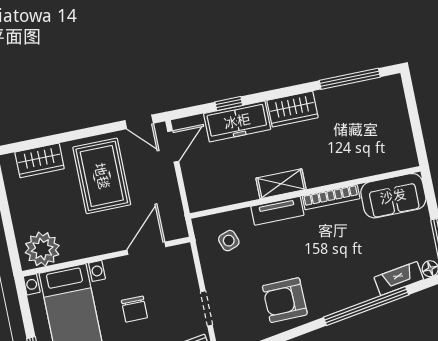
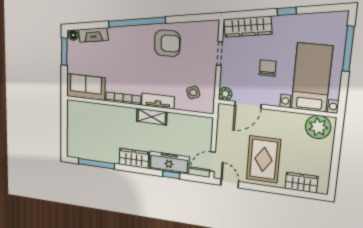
plant: (183, 254) -> (225, 94), added
window: (366, 306) -> (137, 22), moved

